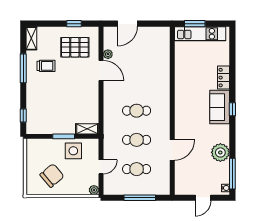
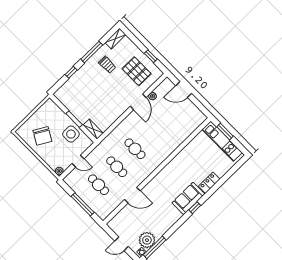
window: (23, 115) -> (71, 72), moved
plant: (220, 152) -> (147, 240), moved
chair: (52, 176) -> (42, 136), turned 70

